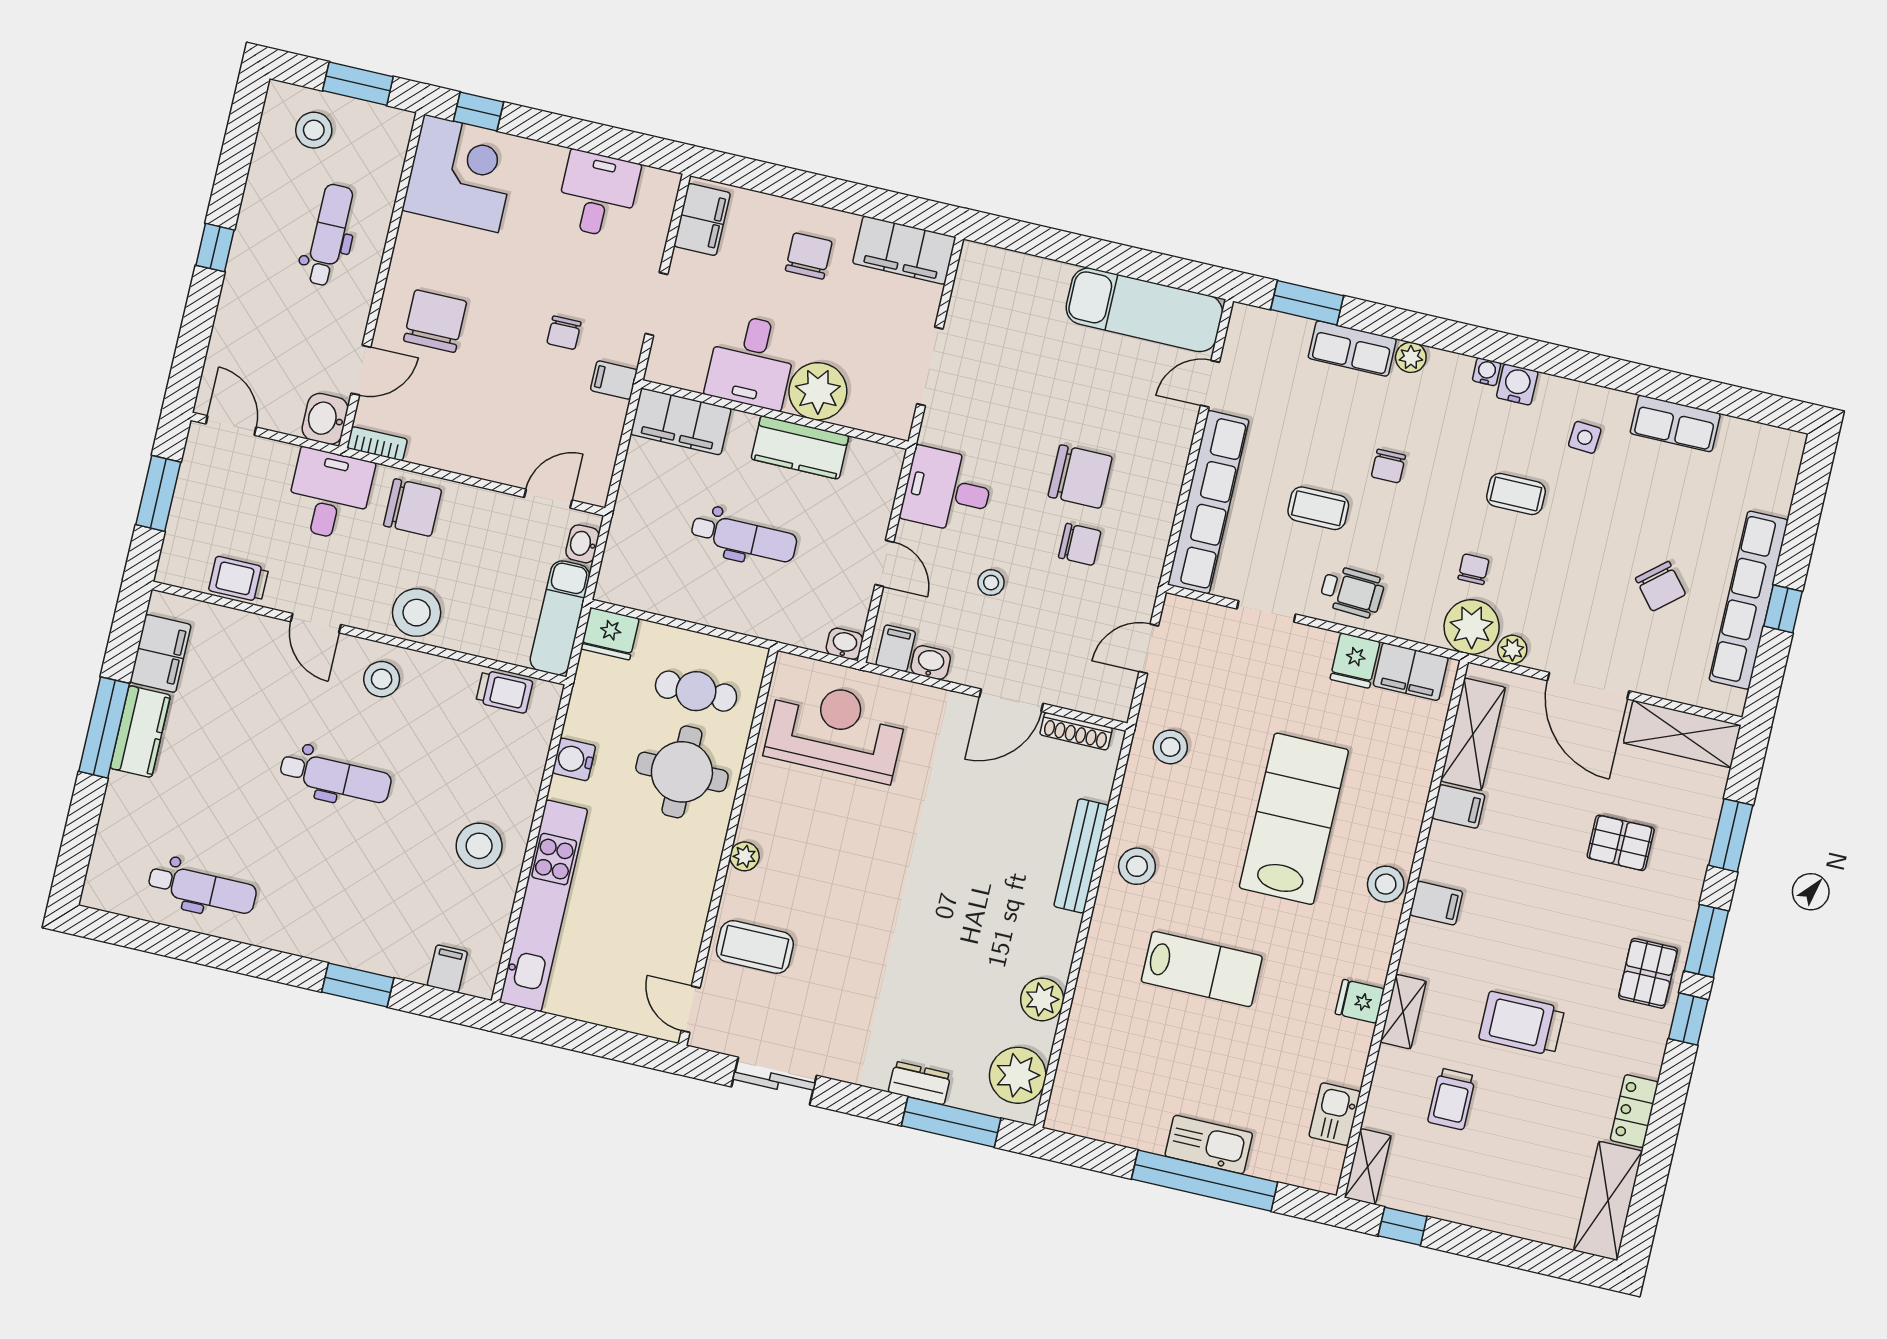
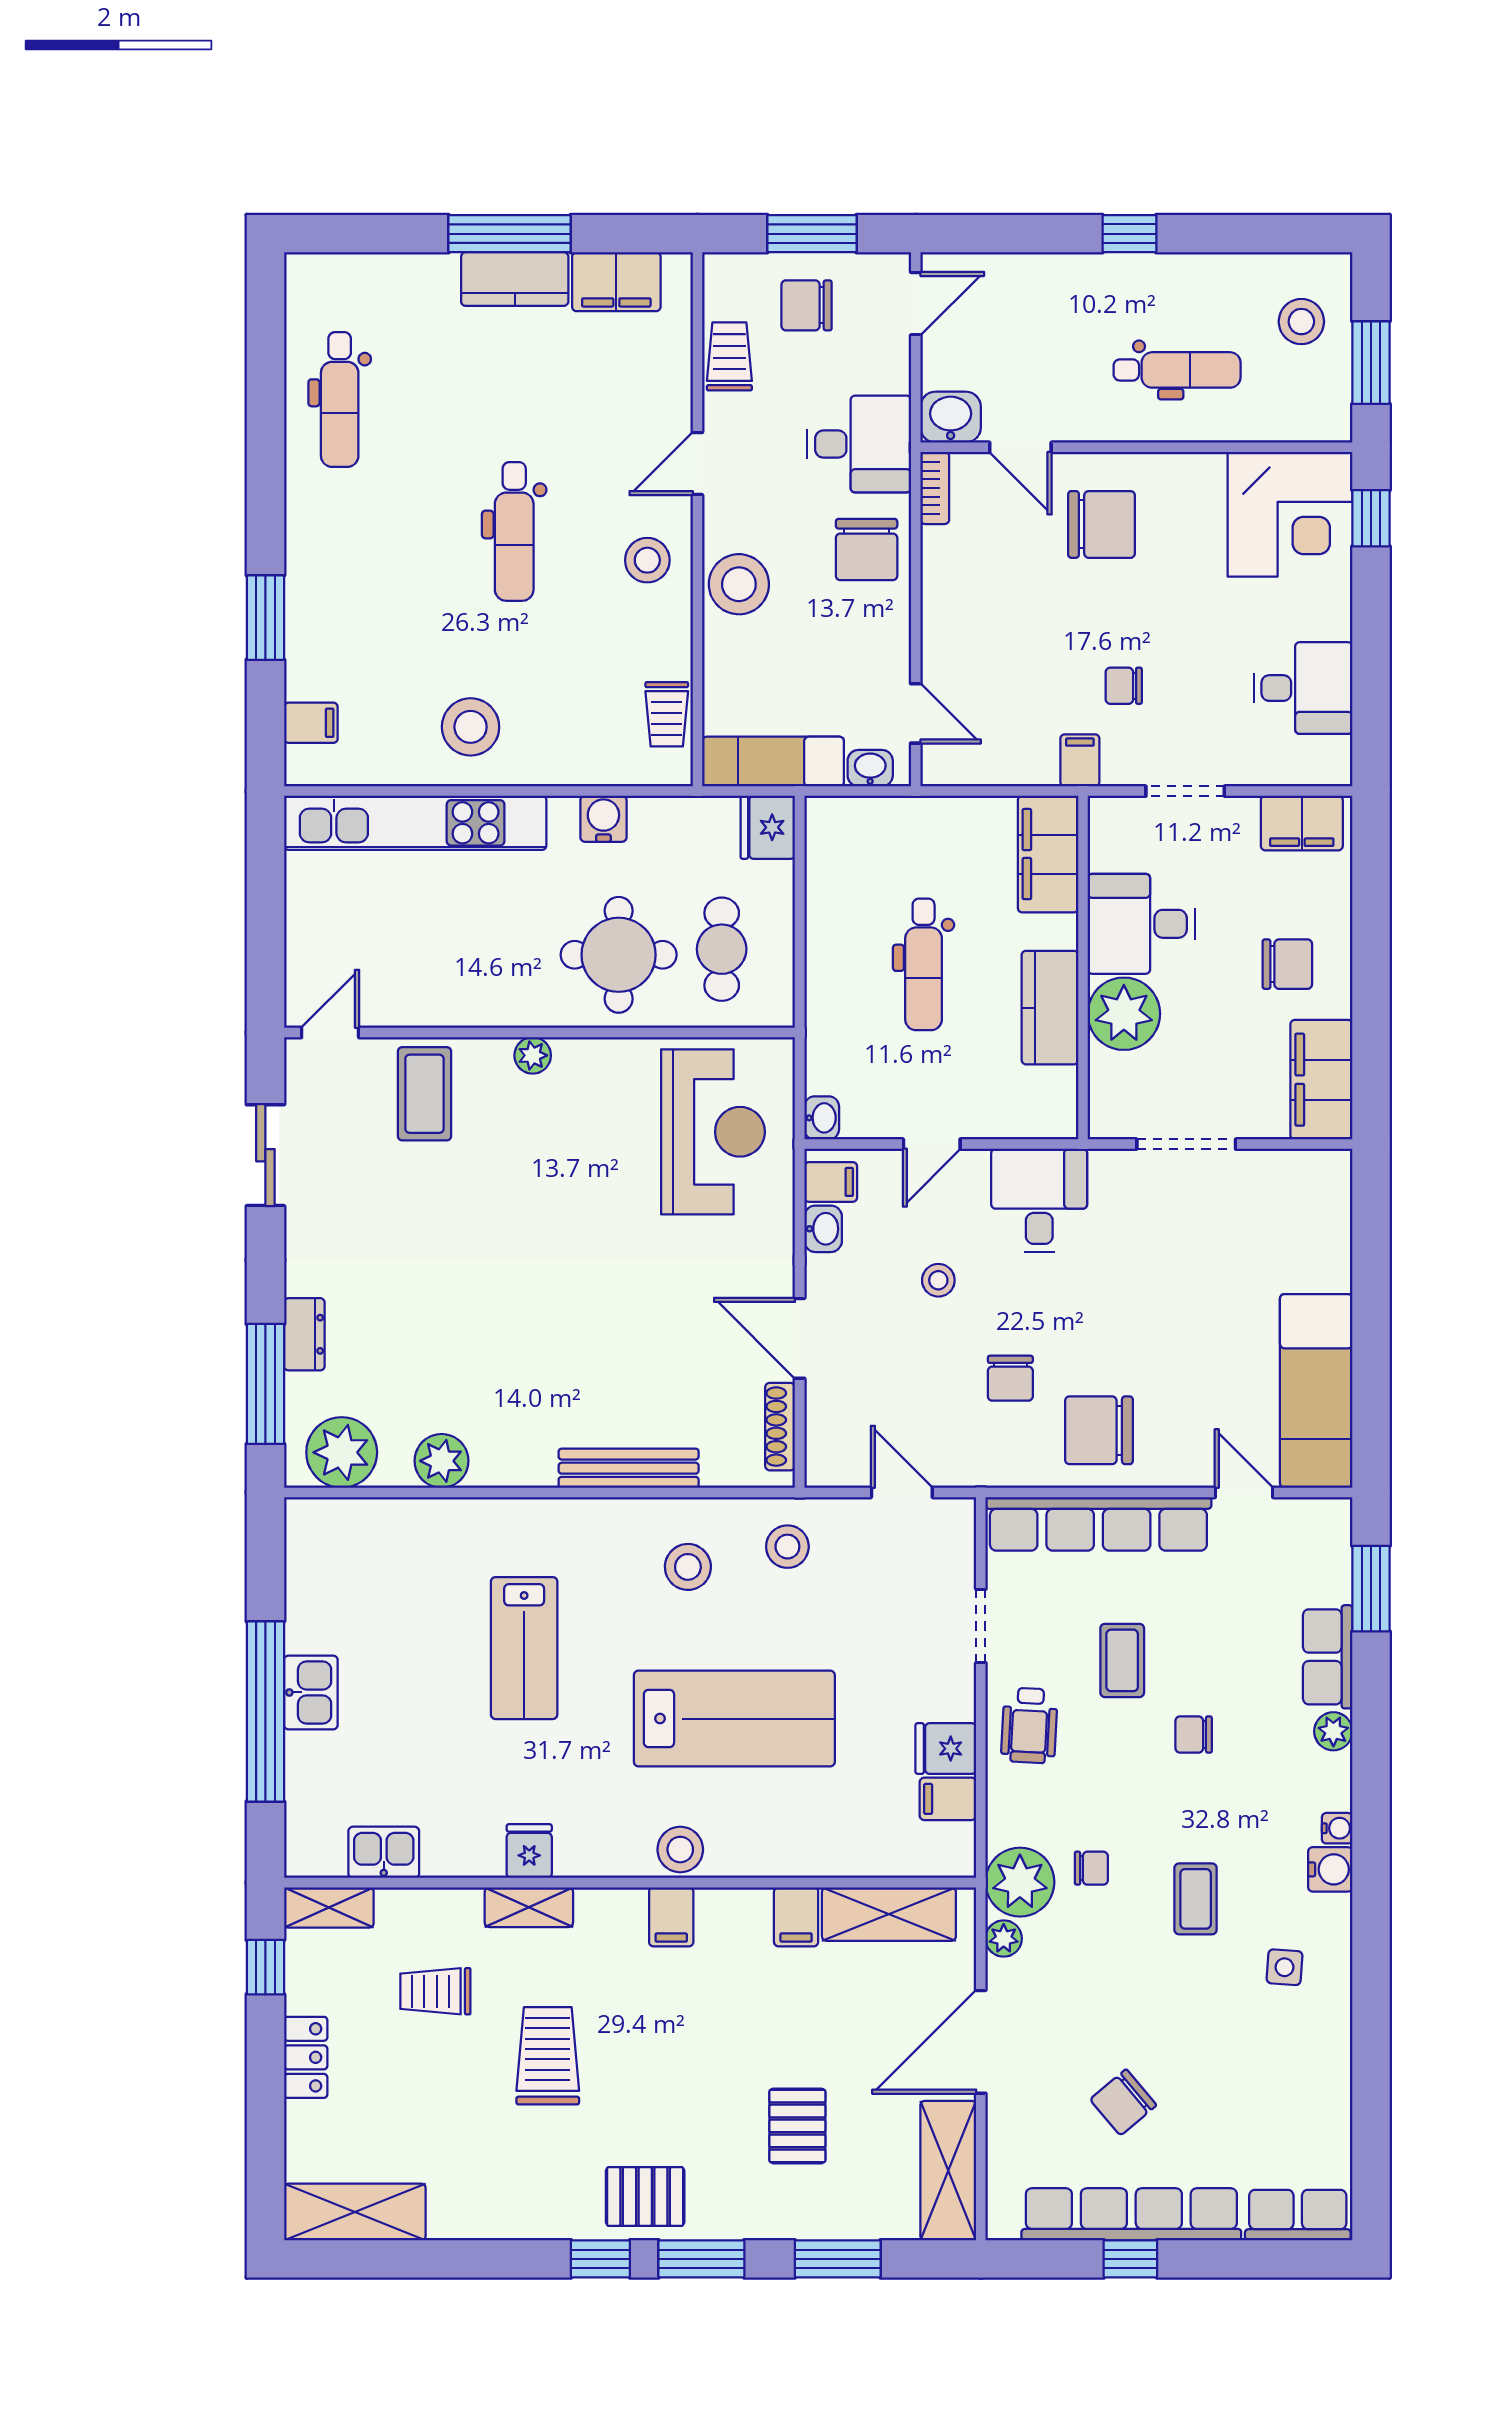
row of seats: (1675, 423) -> (1298, 2215), moved, turned 90
chair: (1080, 477) -> (1099, 1430), moved, turned 90
chair: (213, 510) -> (807, 305), added
filing cabinet: (1411, 672) -> (948, 1799), width x0.50
stool: (1137, 866) -> (688, 1567), moved
locker: (1634, 1111) -> (306, 2057), moved, turned 90
kitchen sink: (1209, 1145) -> (311, 1692), width x0.73

